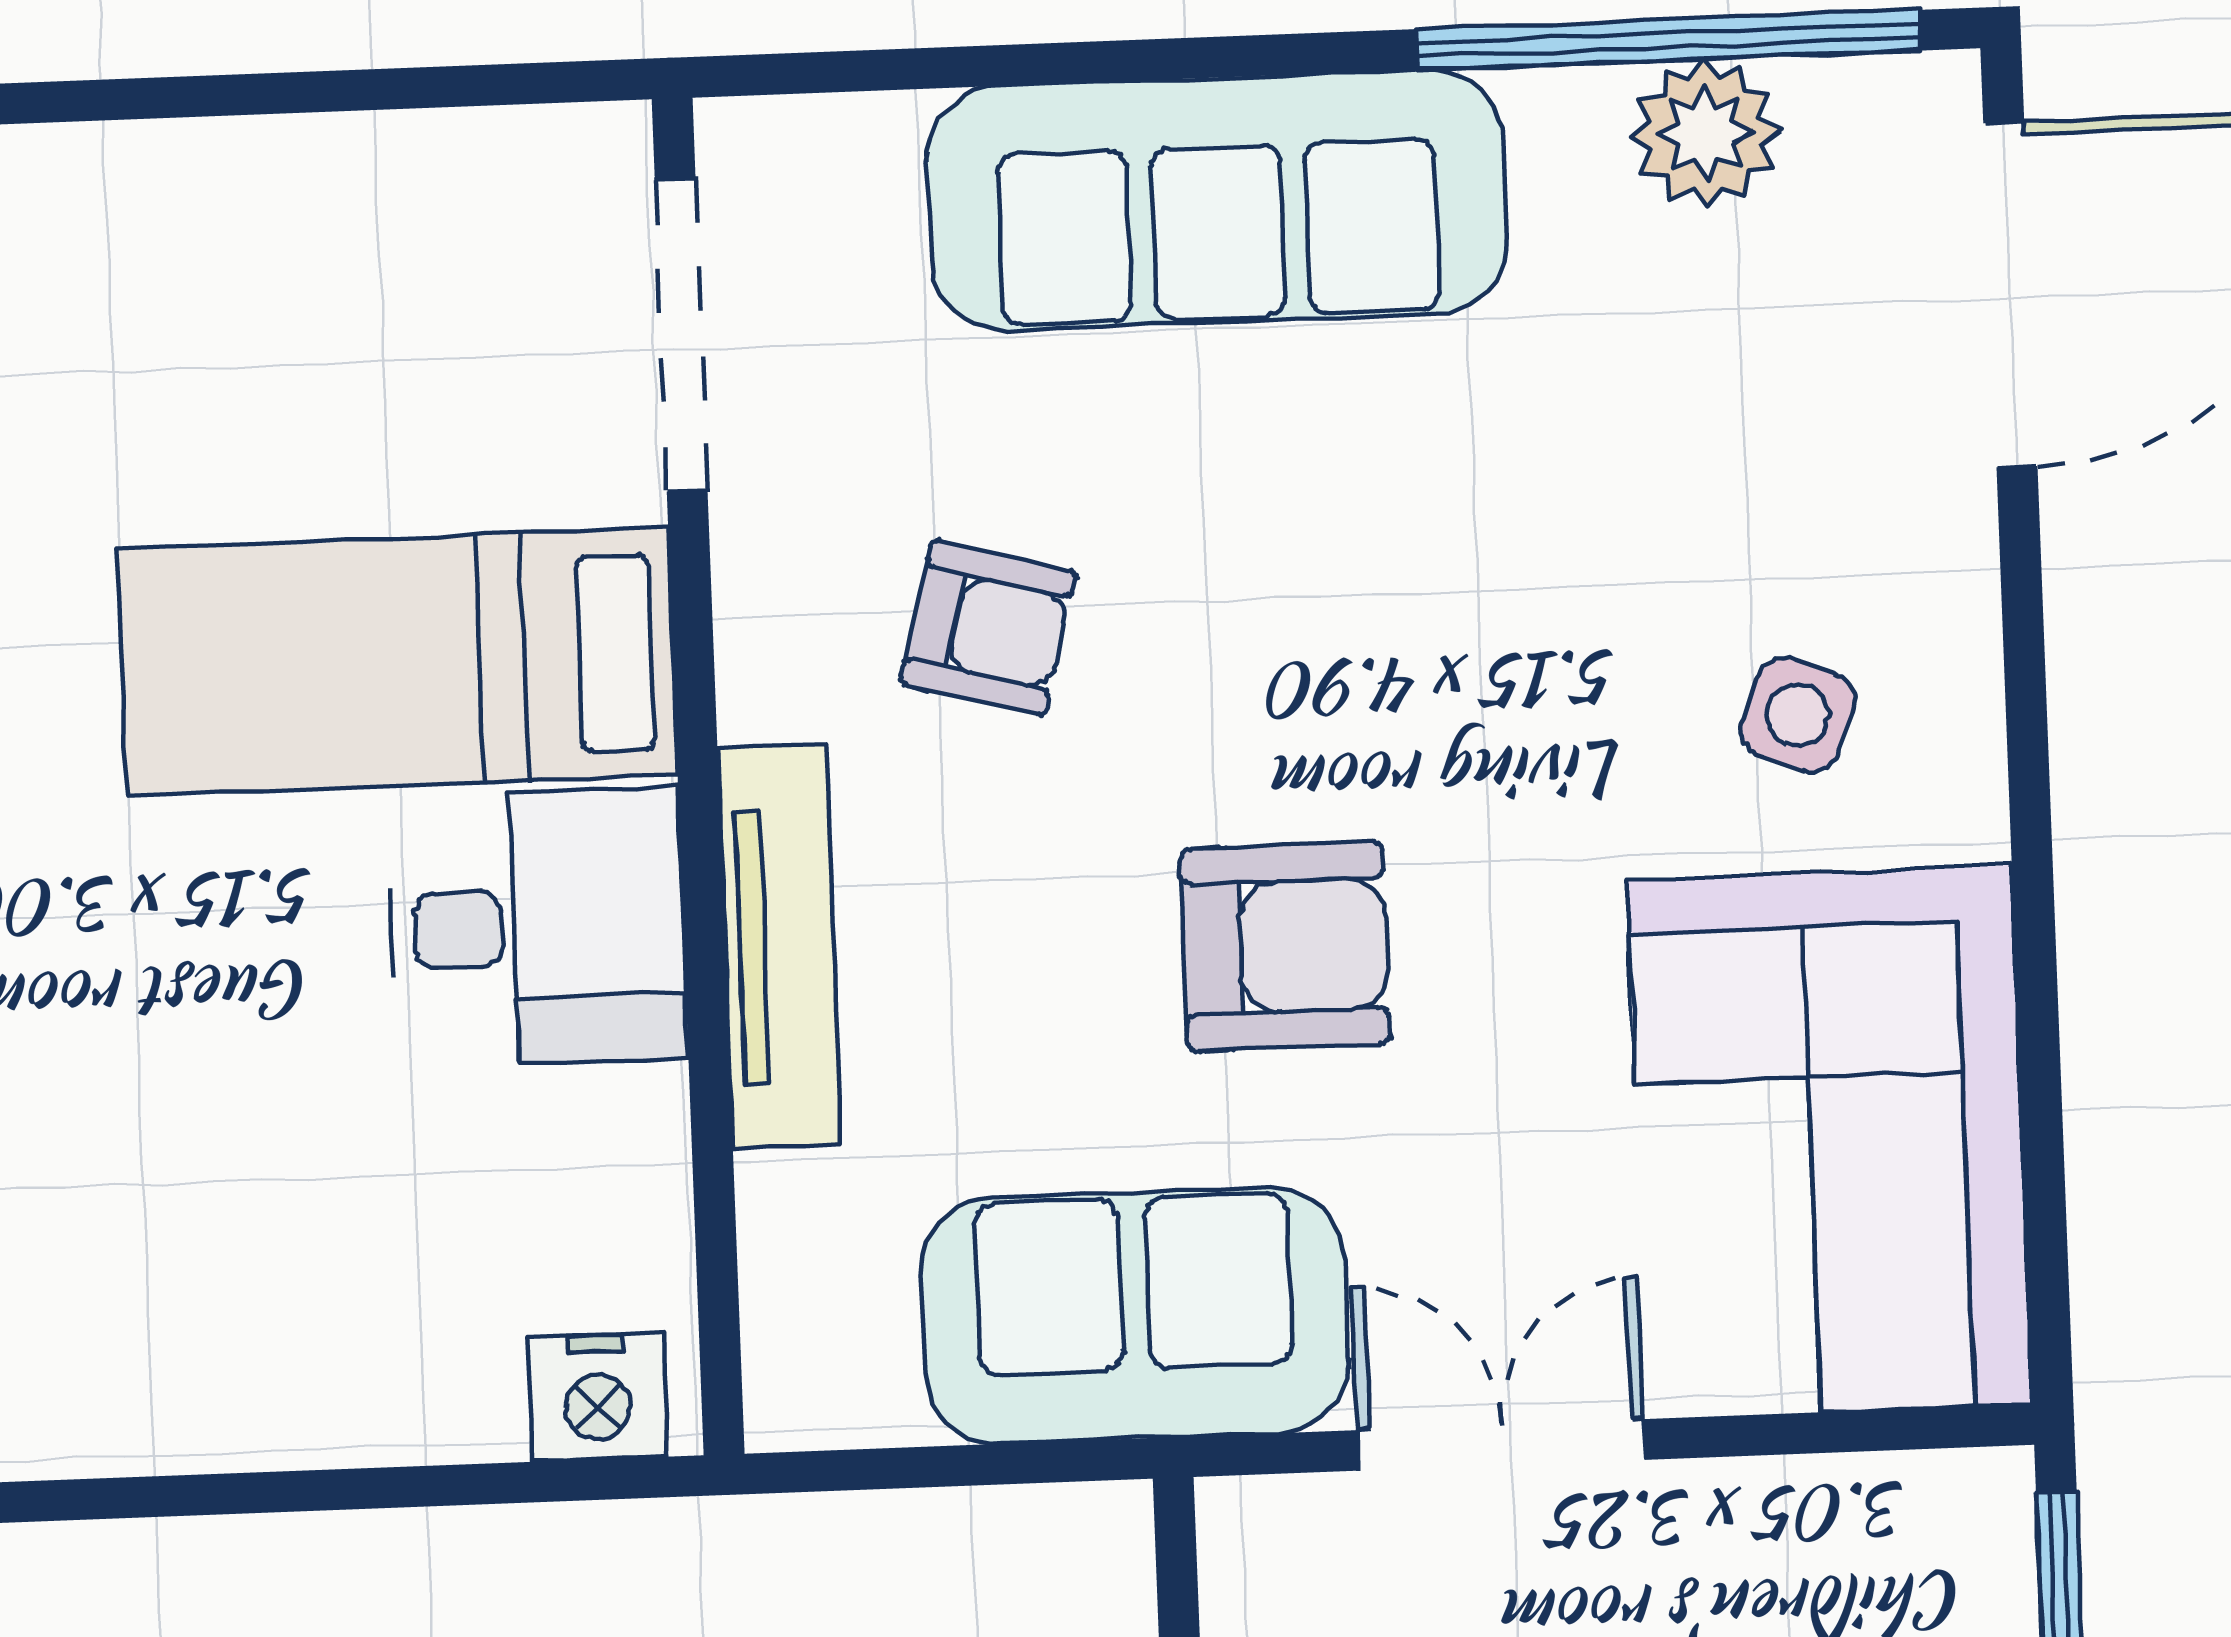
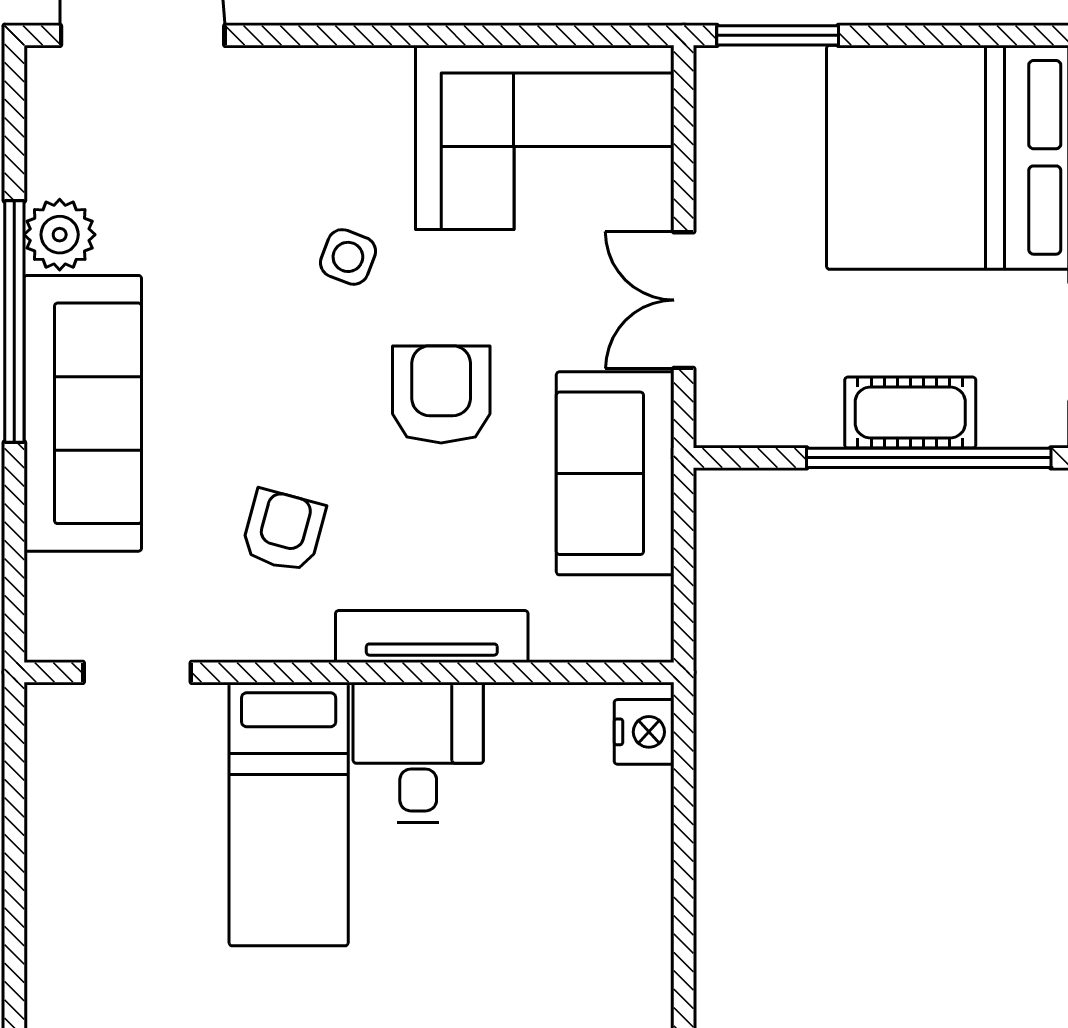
window: (1668, 40) -> (14, 321), moved
plant: (1706, 133) -> (60, 235), moved
doorway: (681, 335) -> (137, 672), width x0.73
side table: (1798, 715) -> (348, 257), moved

